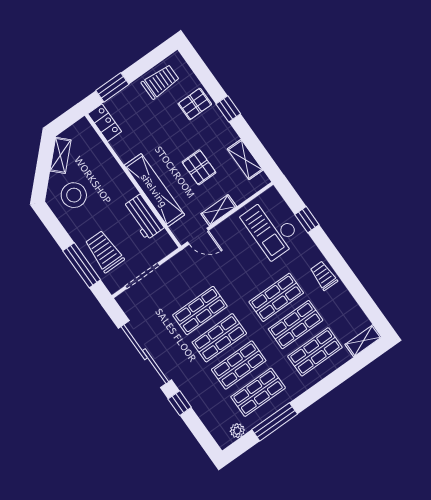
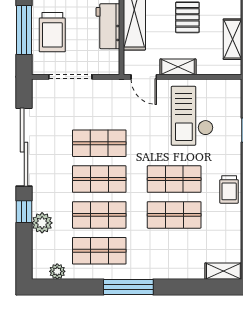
checkout: (271, 228) -> (192, 116), moved
trolley: (104, 252) -> (52, 32), turned 180
trolley: (324, 276) -> (229, 189), turned 180
shop shelf: (315, 352) -> (174, 251), removed
plant: (200, 402) -> (42, 223), added
window: (275, 422) -> (128, 287), moved

